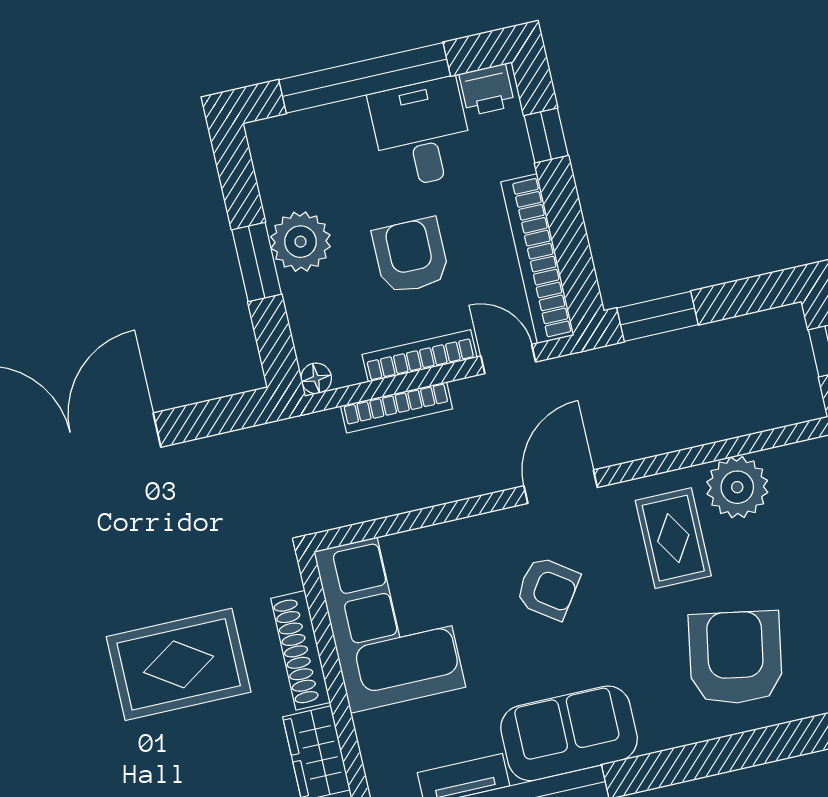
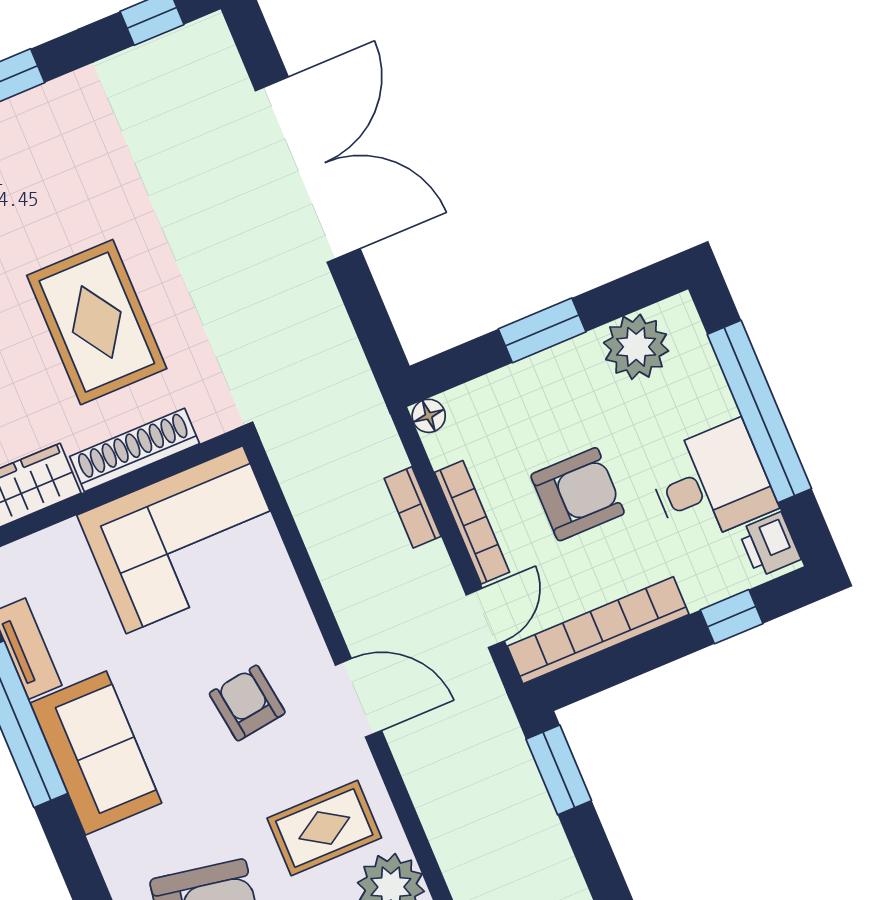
plant: (300, 242) -> (636, 347), moved
bookcase: (397, 407) -> (413, 507), width x0.64
armchair: (548, 588) -> (247, 703), turned 137

